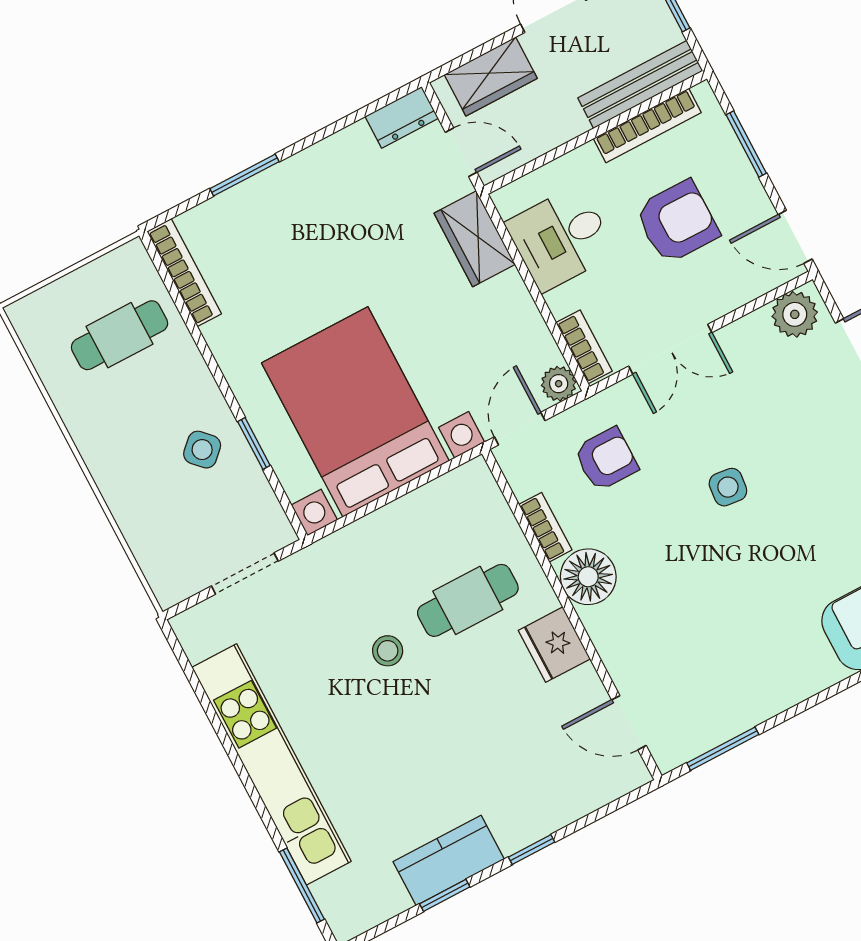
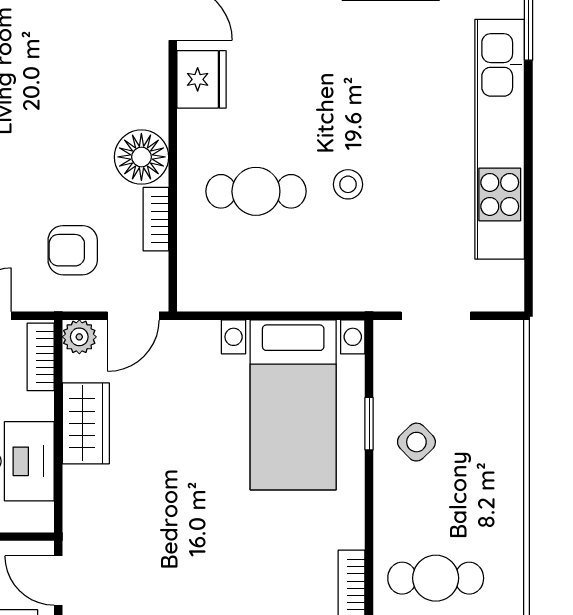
wardrobe: (475, 239) -> (86, 423), moved
bed with nightstands: (355, 412) -> (293, 405), width x0.73
fridge: (554, 645) -> (202, 79), moved

